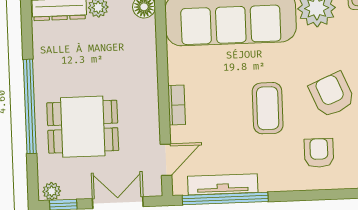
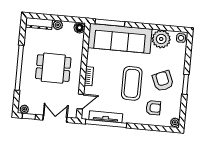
coffee table: (268, 108) -> (132, 83), width x1.36, depth x1.32
dining table: (83, 127) -> (53, 68), moved
armchair: (319, 153) -> (153, 108), turned 90

